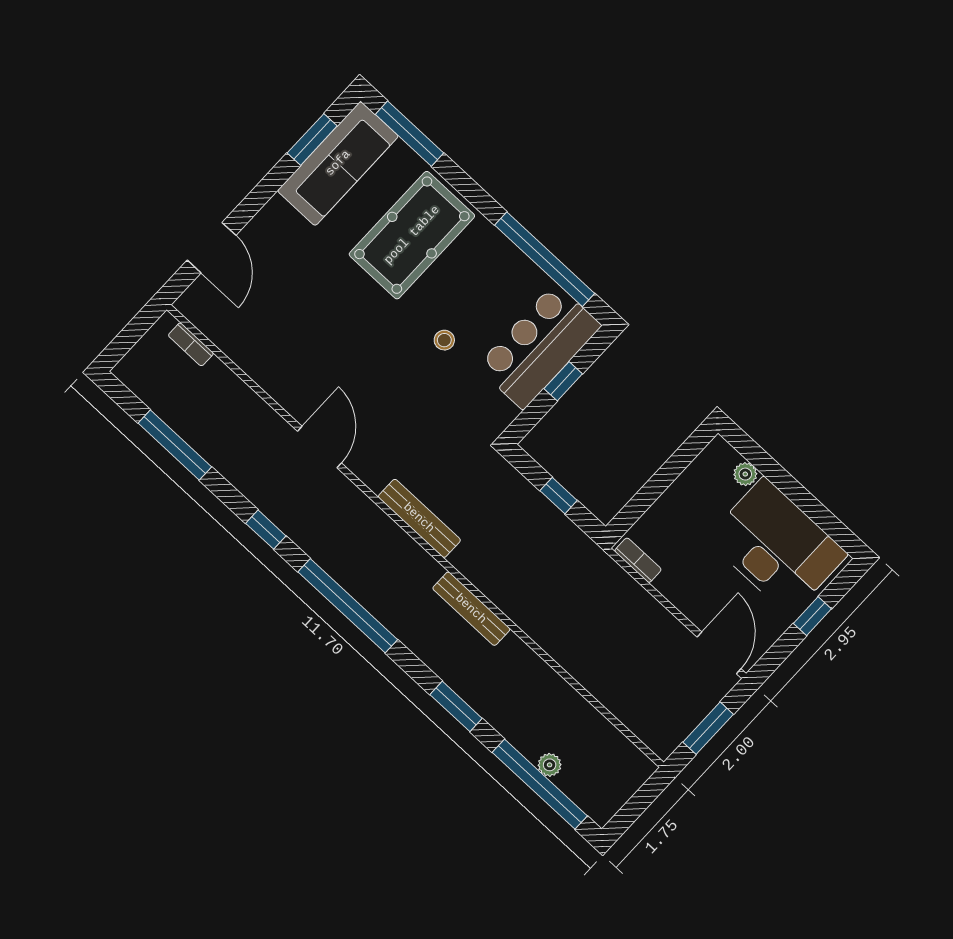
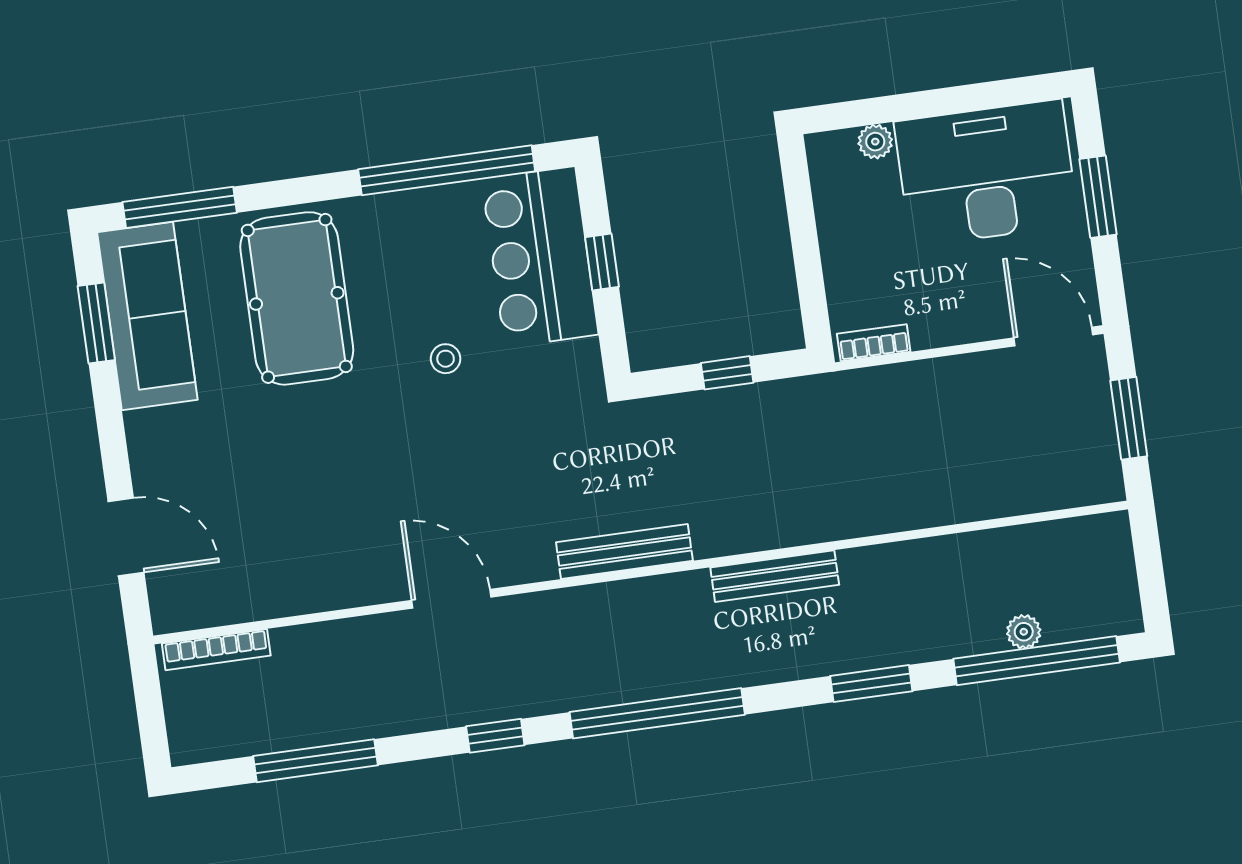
bookcase: (191, 344) -> (216, 650), width x1.56
window: (812, 616) -> (1098, 197), width x1.50

